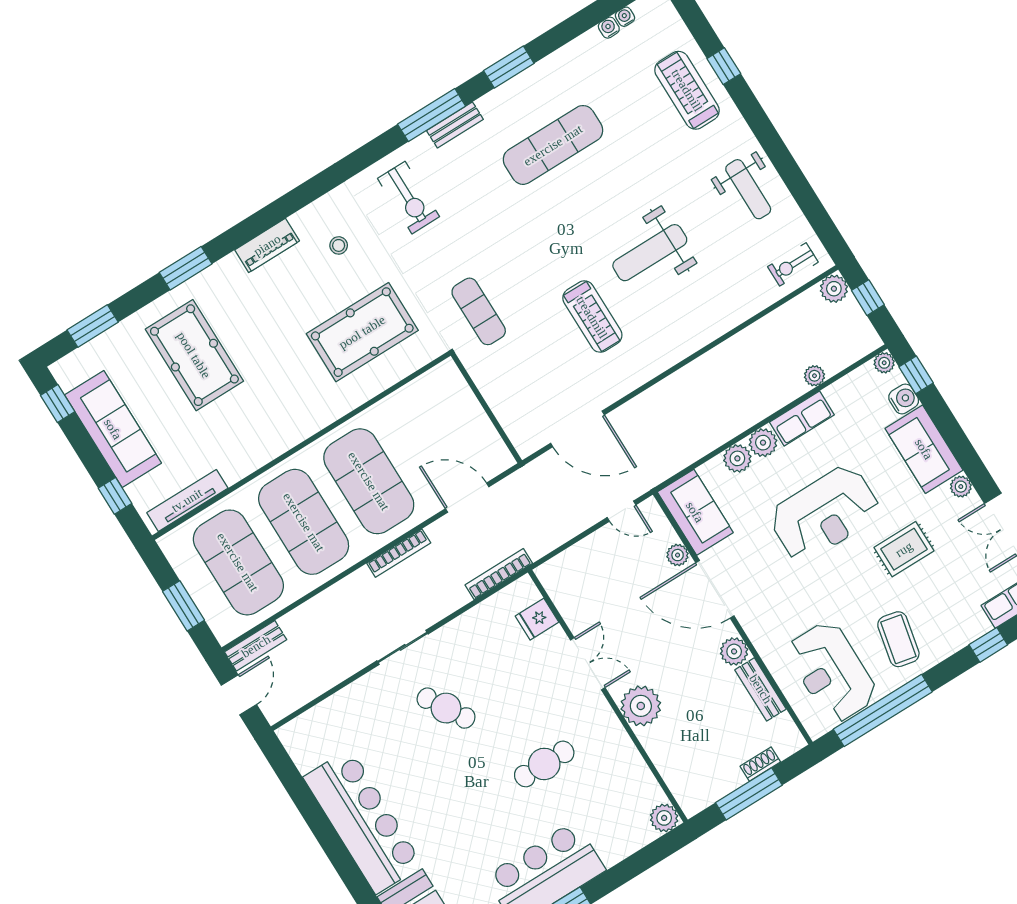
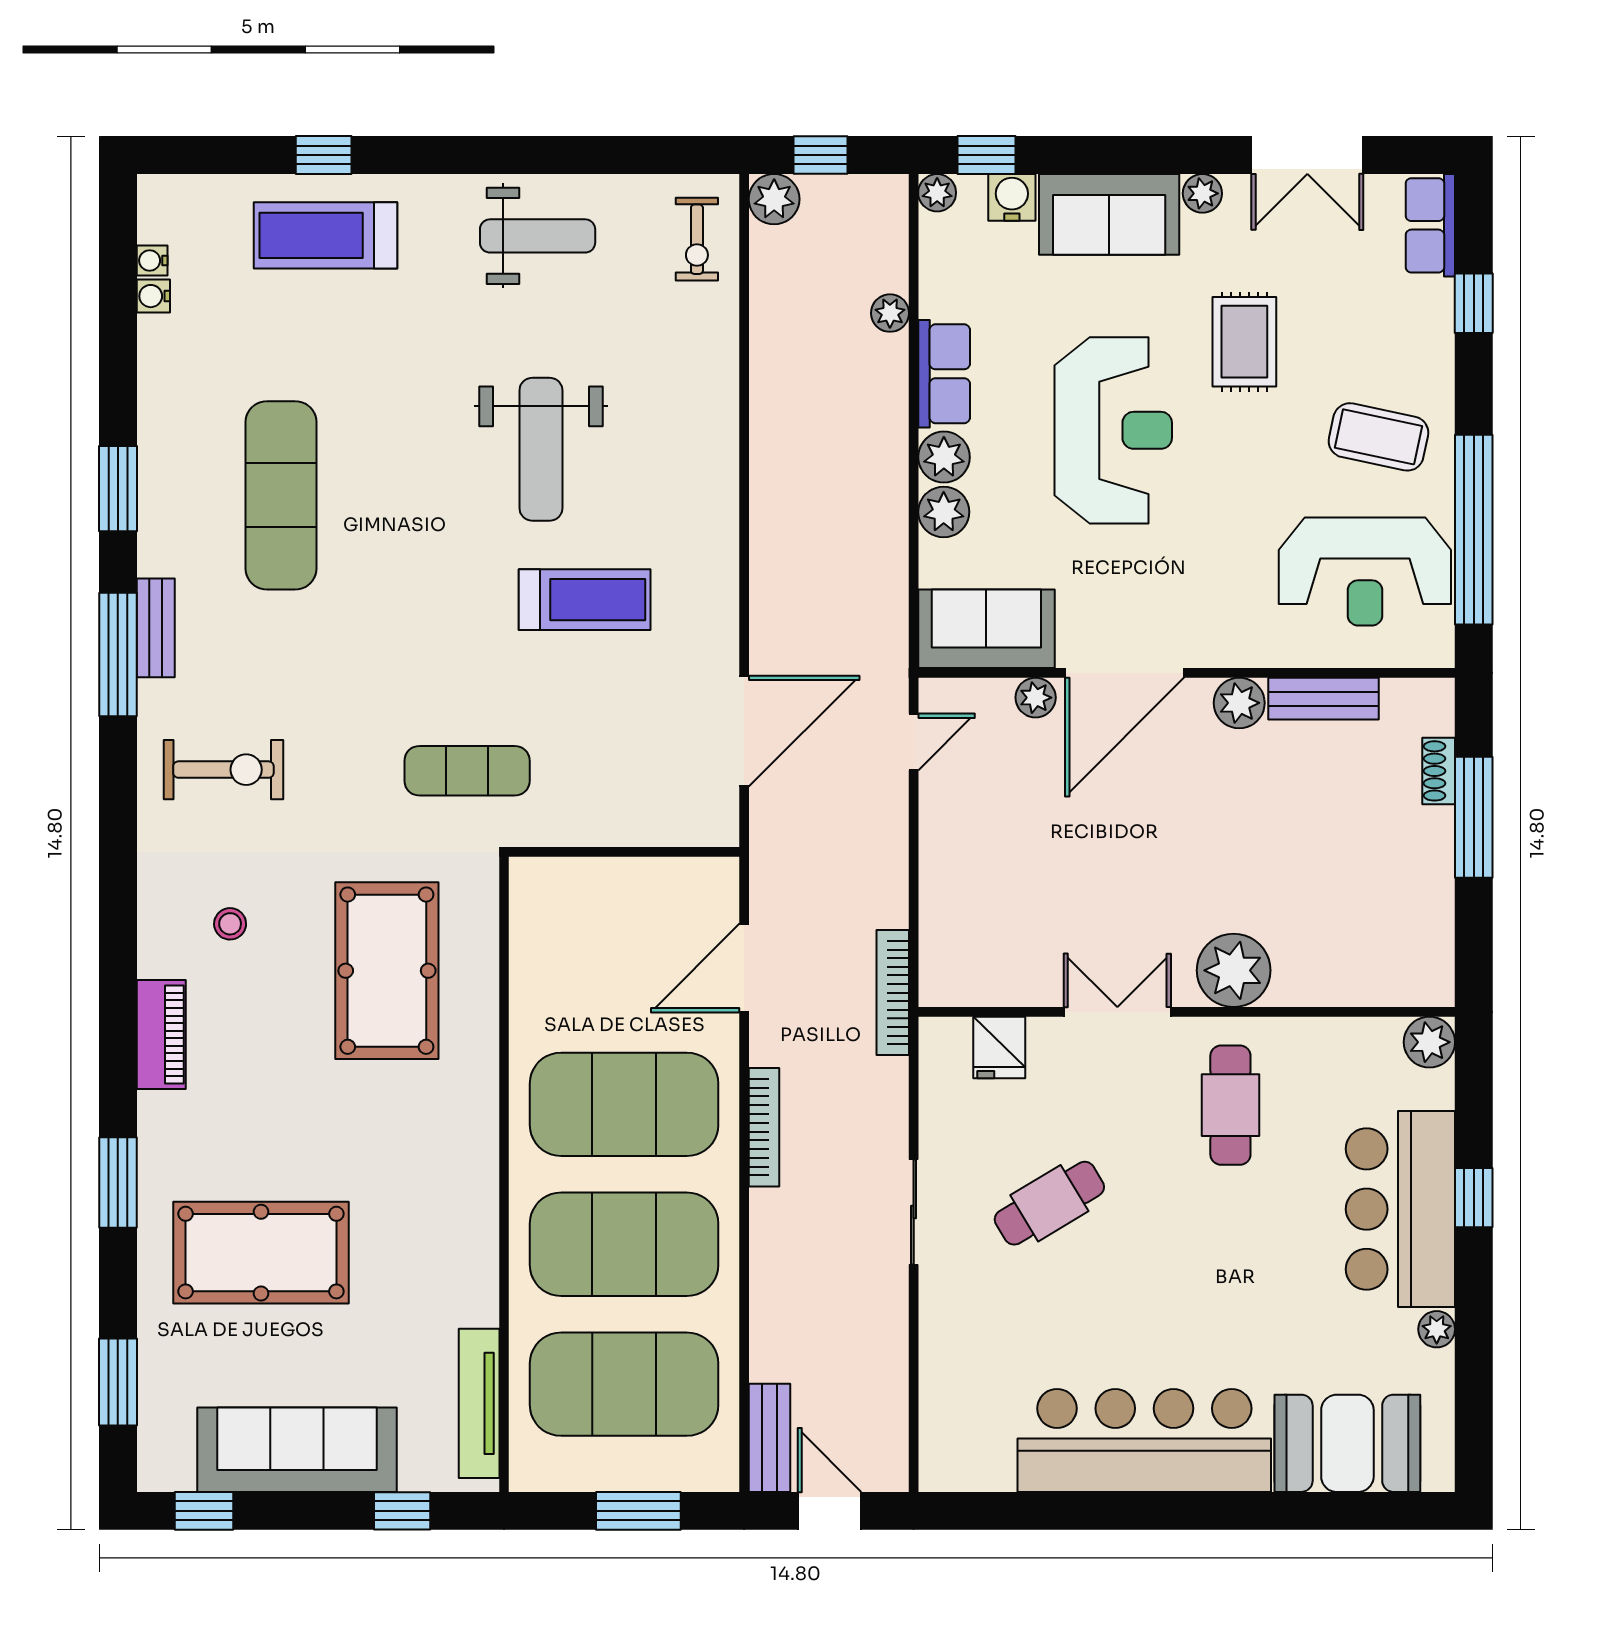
fridge: (537, 619) -> (999, 1047), moved
double door: (588, 664) -> (1117, 1012), moved
wall: (608, 696) -> (1187, 1012), moved
plant: (641, 706) -> (1234, 970), moved
plant: (664, 818) -> (1429, 1042), moved

